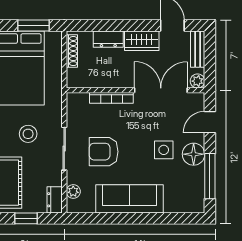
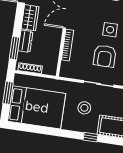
window: (97, 25) -> (15, 48), added
side table: (164, 150) -> (110, 30), moved

